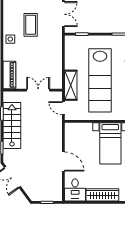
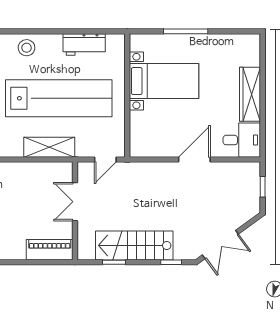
shelving: (71, 85) -> (49, 147), moved

